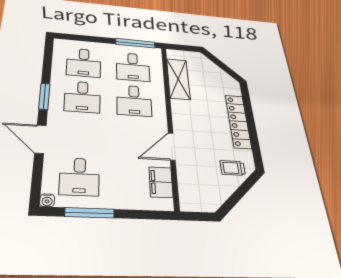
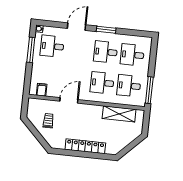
door: (172, 147) -> (69, 100), hinge flipped
trolley: (233, 168) -> (48, 121), moved
filing cabinet: (161, 182) -> (42, 90), width x0.50

